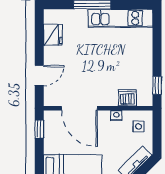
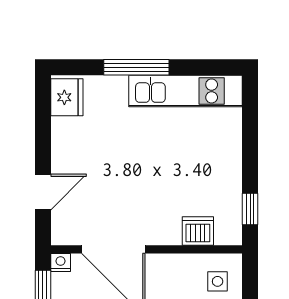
fridge: (53, 35) -> (67, 97), moved
nightstand: (116, 116) -> (61, 263), moved

